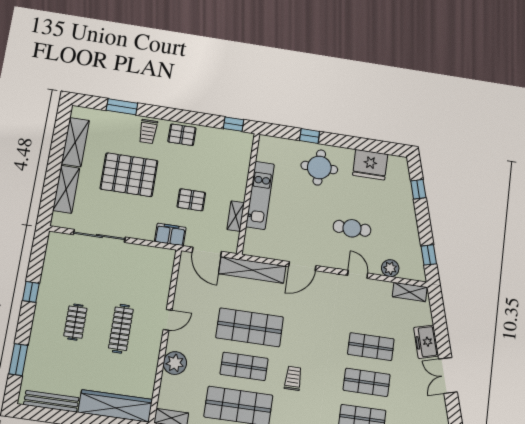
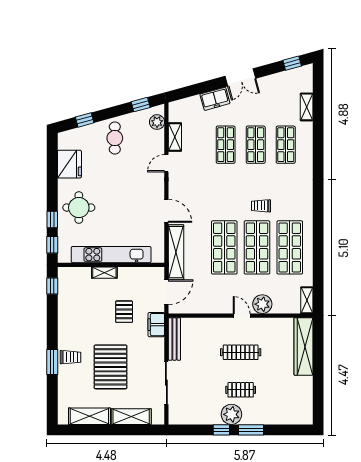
window: (122, 107) -> (52, 362), moved
window: (281, 131) -> (52, 245), added
pallet: (182, 135) -> (69, 328), removed
kitchen unit: (260, 195) -> (111, 255), width x1.36
shelving: (236, 216) -> (104, 273), moved
cafe table: (352, 228) -> (115, 138), moved
plant: (390, 268) -> (157, 122), moved
shelving: (410, 292) -> (175, 137), moved
plant: (48, 307) -> (231, 414), added
door: (168, 320) -> (242, 316), moved
window: (18, 360) -> (251, 430), moved
shop shelf: (244, 366) -> (257, 247), width x1.43, depth x1.36
bench: (51, 401) -> (174, 339), moved

